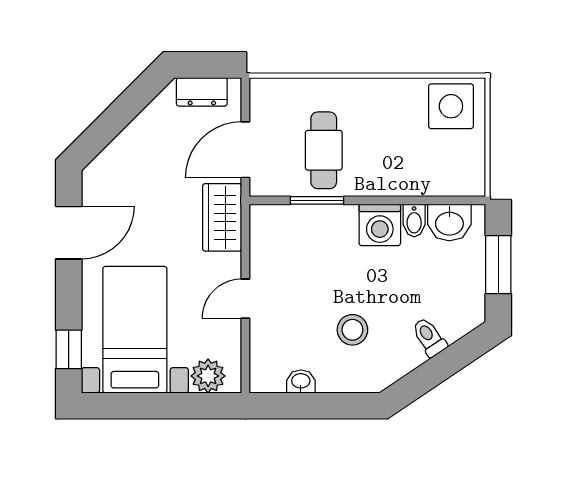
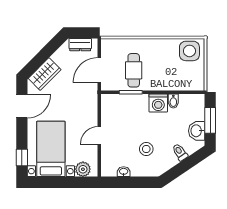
wardrobe: (222, 217) -> (45, 74), moved, turned -135
washbasin: (449, 223) -> (197, 131), moved, turned 90

